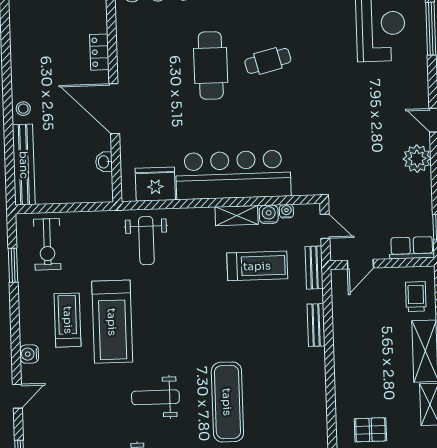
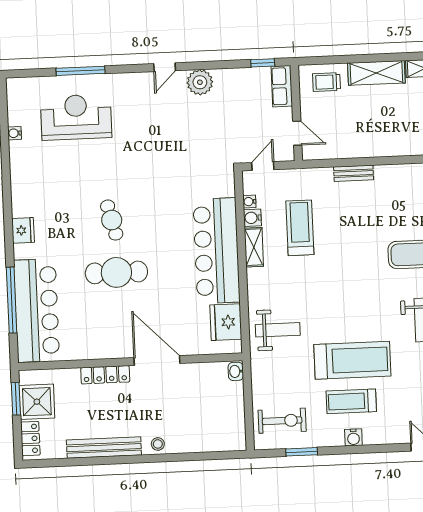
locker: (99, 52) -> (105, 375), width x1.53
door: (114, 109) -> (157, 360), swing flipped
washbasin: (104, 162) -> (236, 371), moved, turned 90
bench: (24, 165) -> (104, 448), moved
bench: (314, 268) -> (301, 176), removed
water cooler: (29, 354) -> (353, 437), moved

